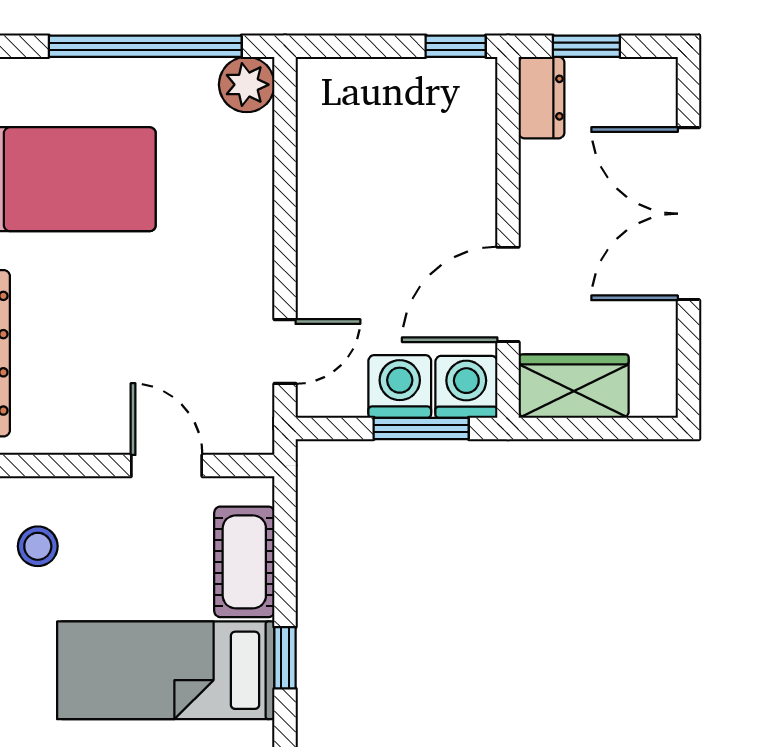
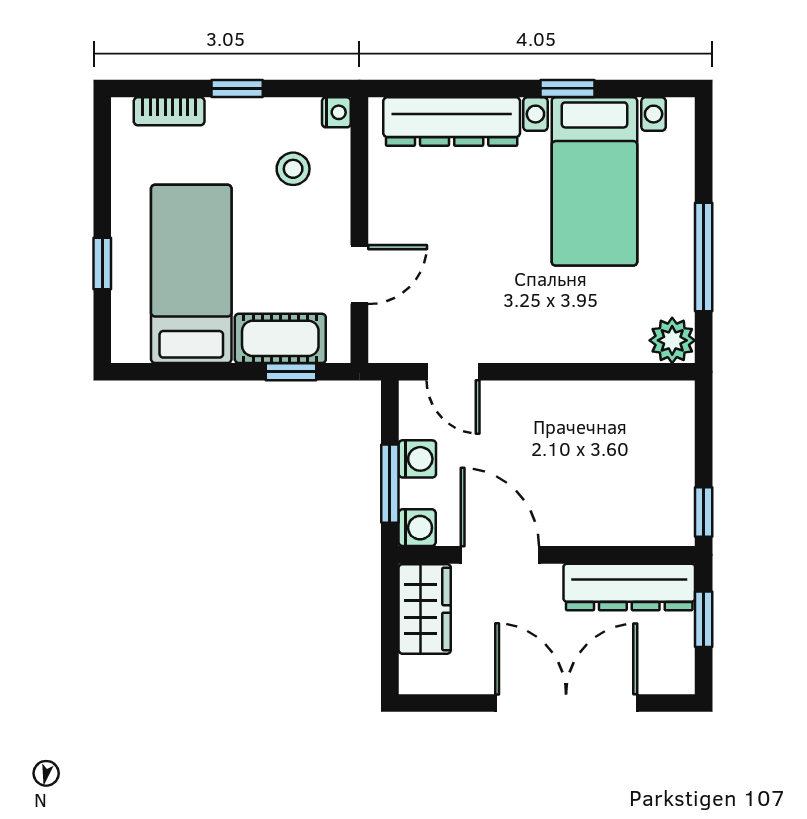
window: (145, 46) -> (704, 257), width x0.68
dresser: (542, 98) -> (629, 587), width x1.96, depth x1.24
washing machine: (400, 386) -> (417, 459), width x0.73, depth x0.73
washing machine: (466, 387) -> (417, 528), width x0.73, depth x0.73
window: (285, 658) -> (291, 372), moved

